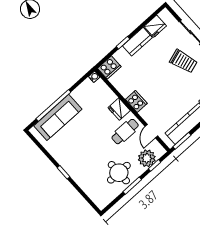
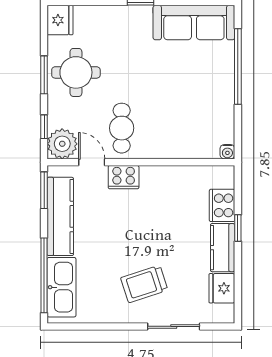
cooker: (109, 67) -> (222, 205), moved
cooker: (136, 101) -> (124, 177), moved
fridge: (119, 109) -> (60, 20), moved, turned 90
sofa: (58, 117) -> (194, 23), moved, turned -90
plant: (147, 158) -> (62, 144), moved

